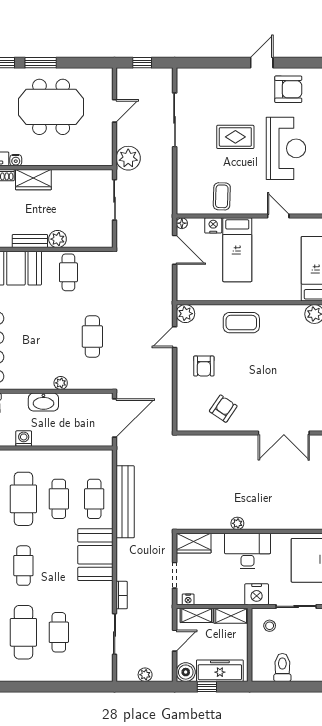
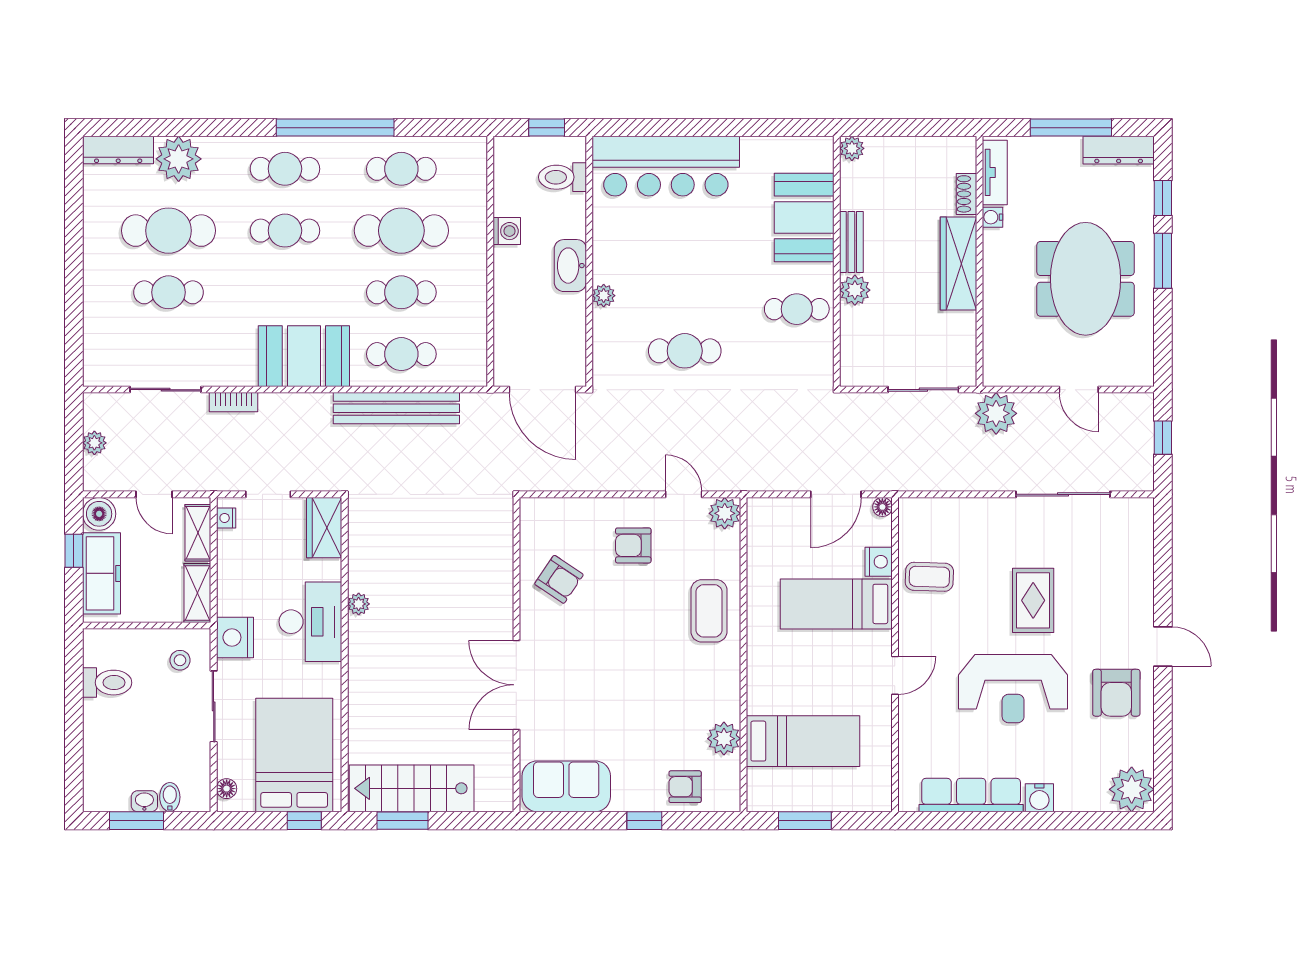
wardrobe: (33, 180) -> (958, 264), width x1.50

